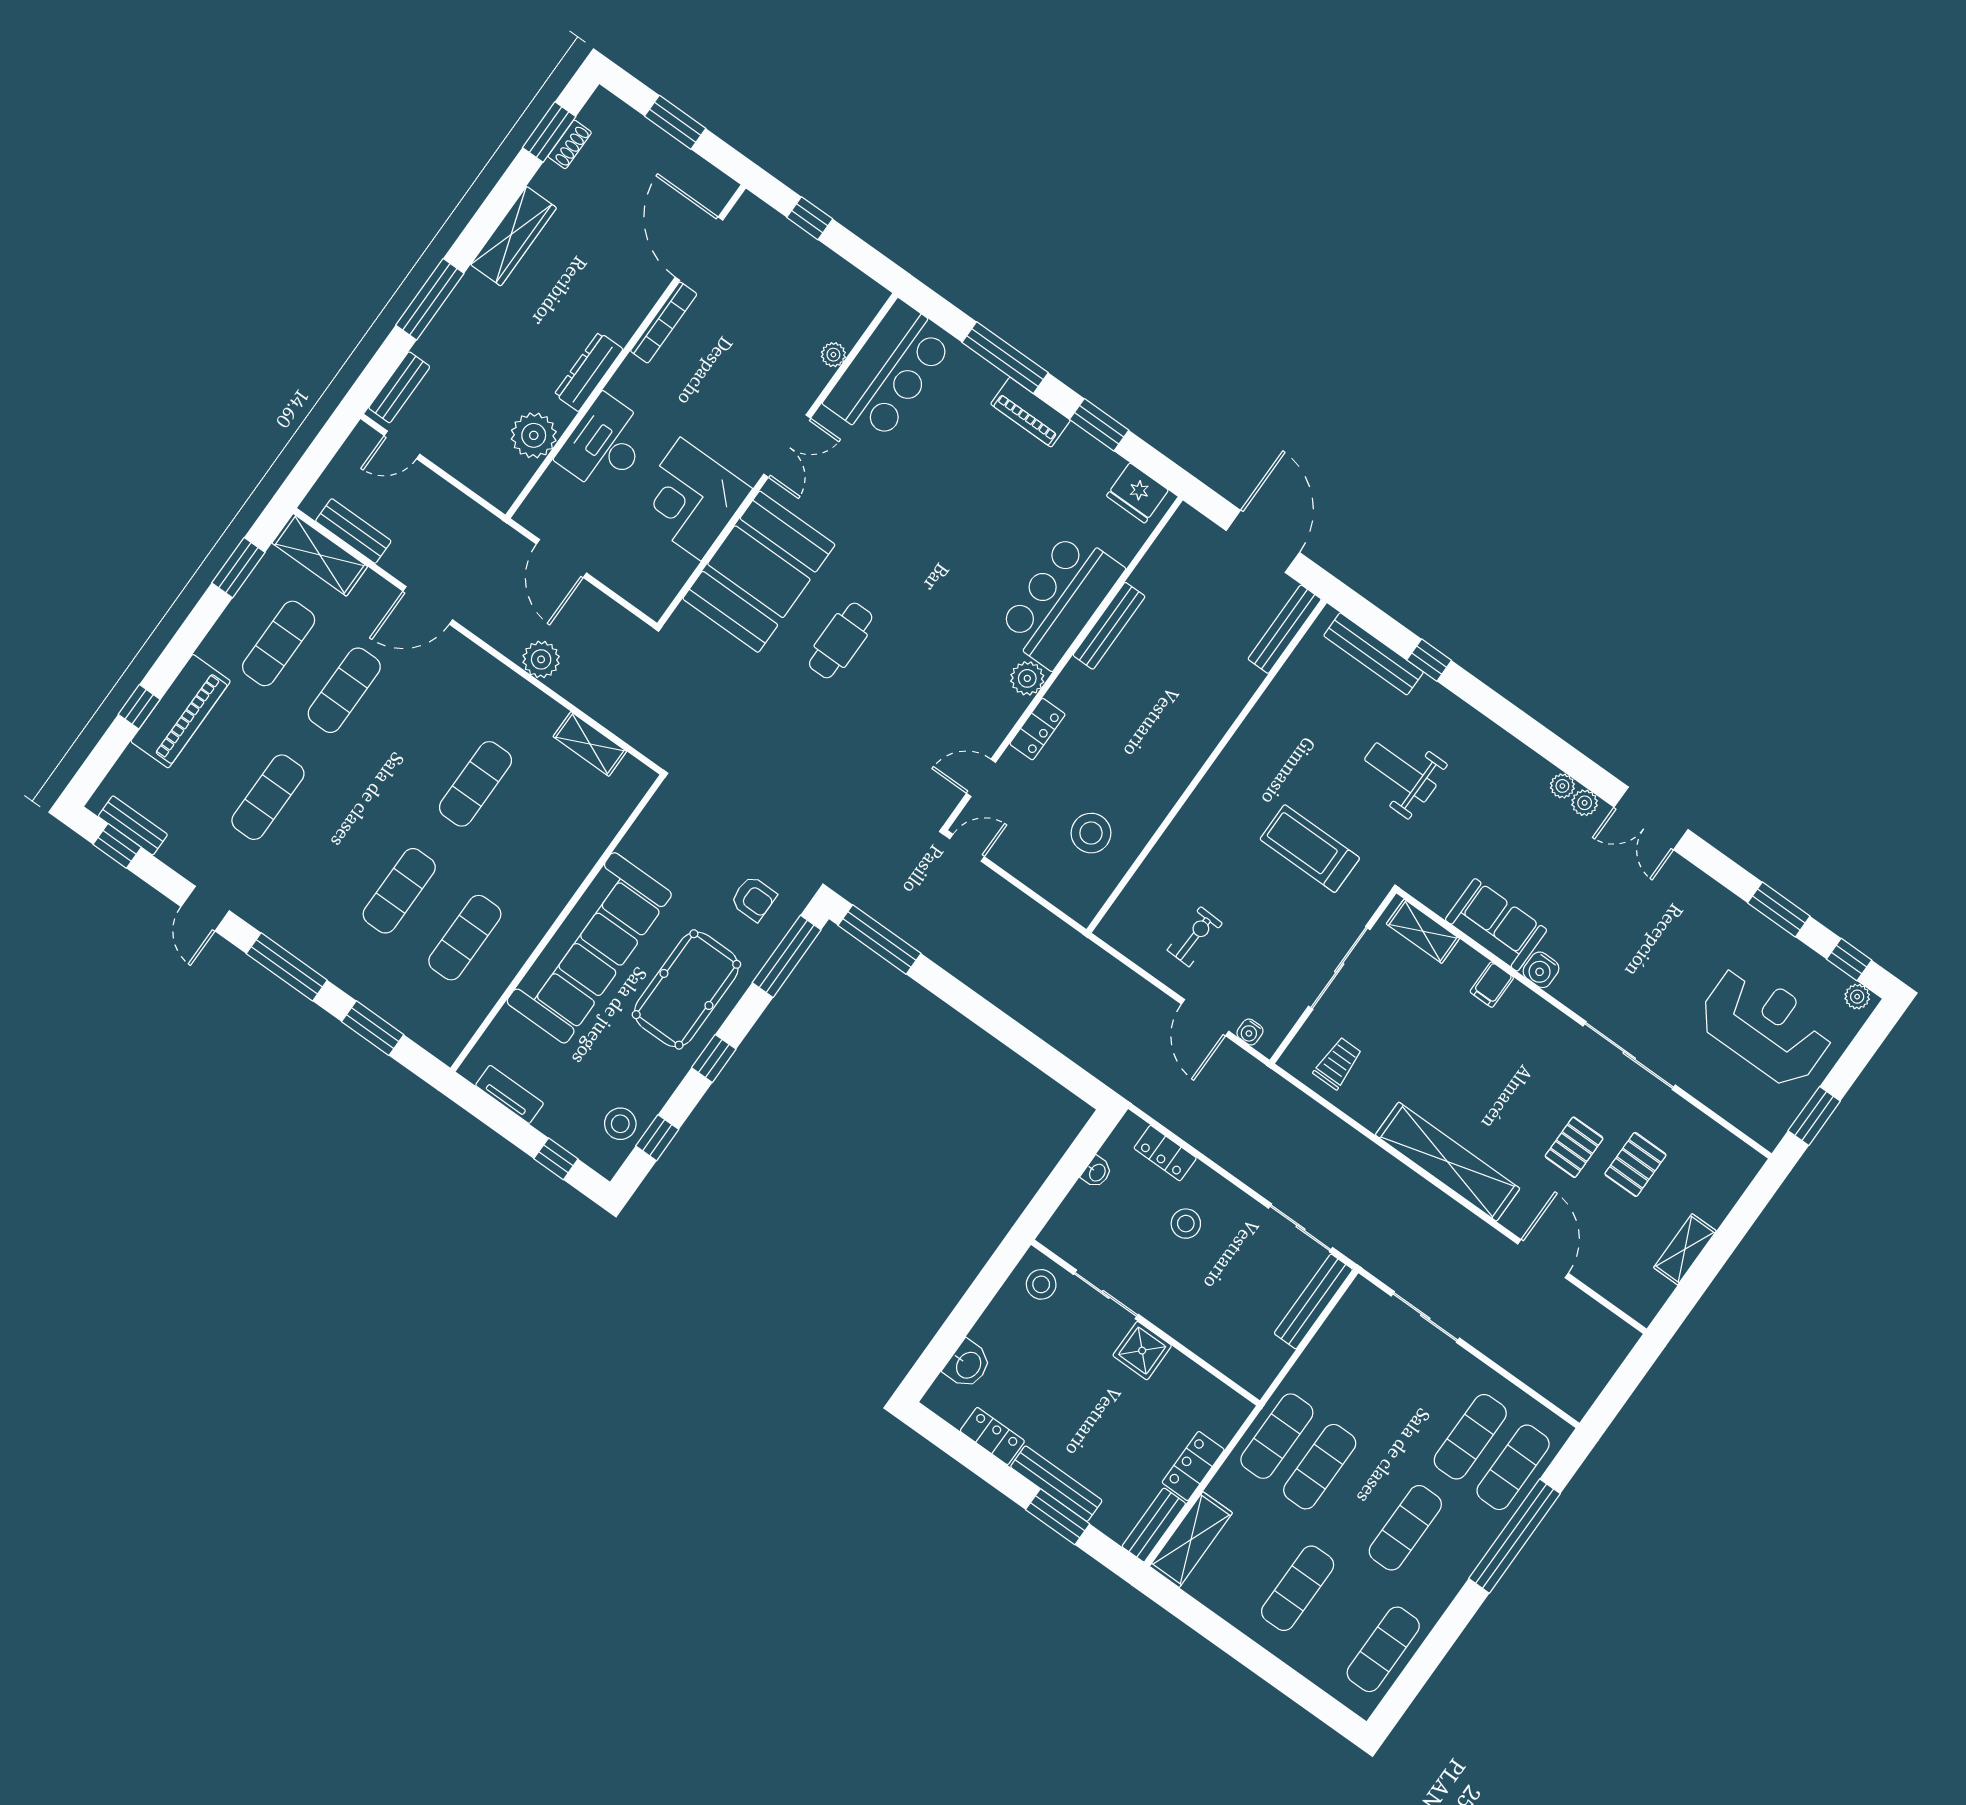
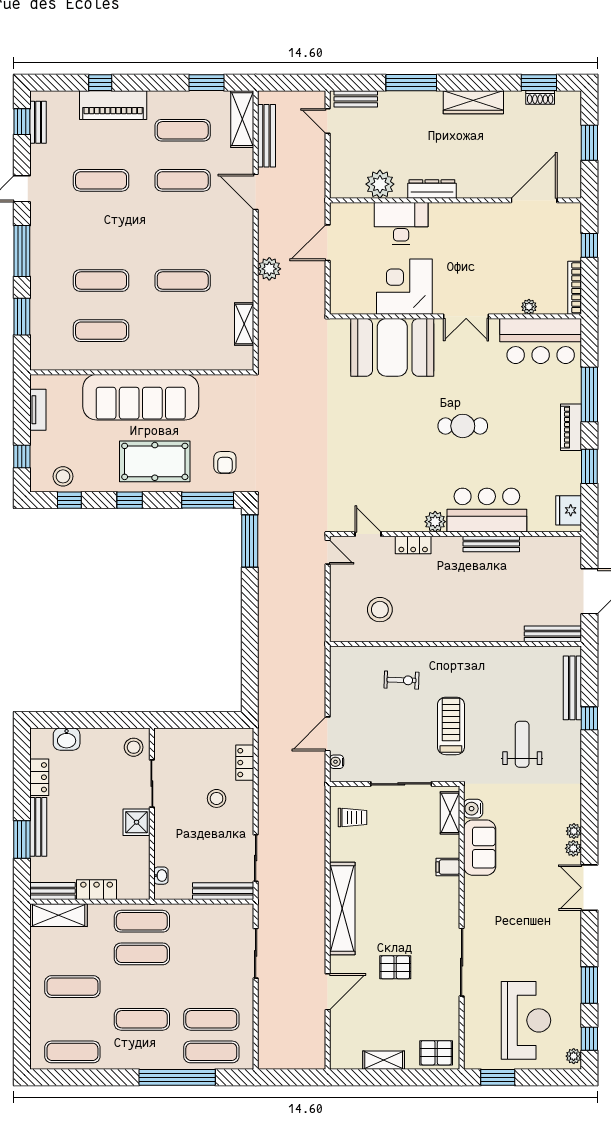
bookcase: (664, 323) -> (575, 288), moved, turned 90
bench: (353, 531) -> (267, 136), width x1.36
cafe table: (841, 641) -> (463, 426), moved
exercise bike: (1195, 937) -> (402, 680), moved
water cooler: (1541, 970) -> (473, 809), moved
pallet: (1635, 1164) -> (436, 1053), moved
washbasin: (1097, 1172) -> (161, 876), moved, turned -90

